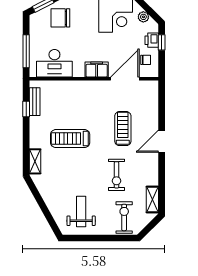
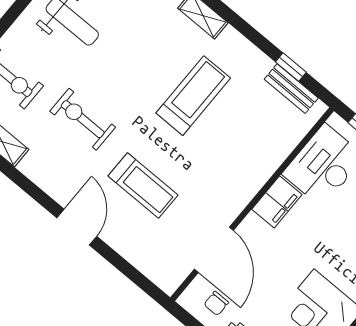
filing cabinet: (97, 70) -> (277, 202), moved

